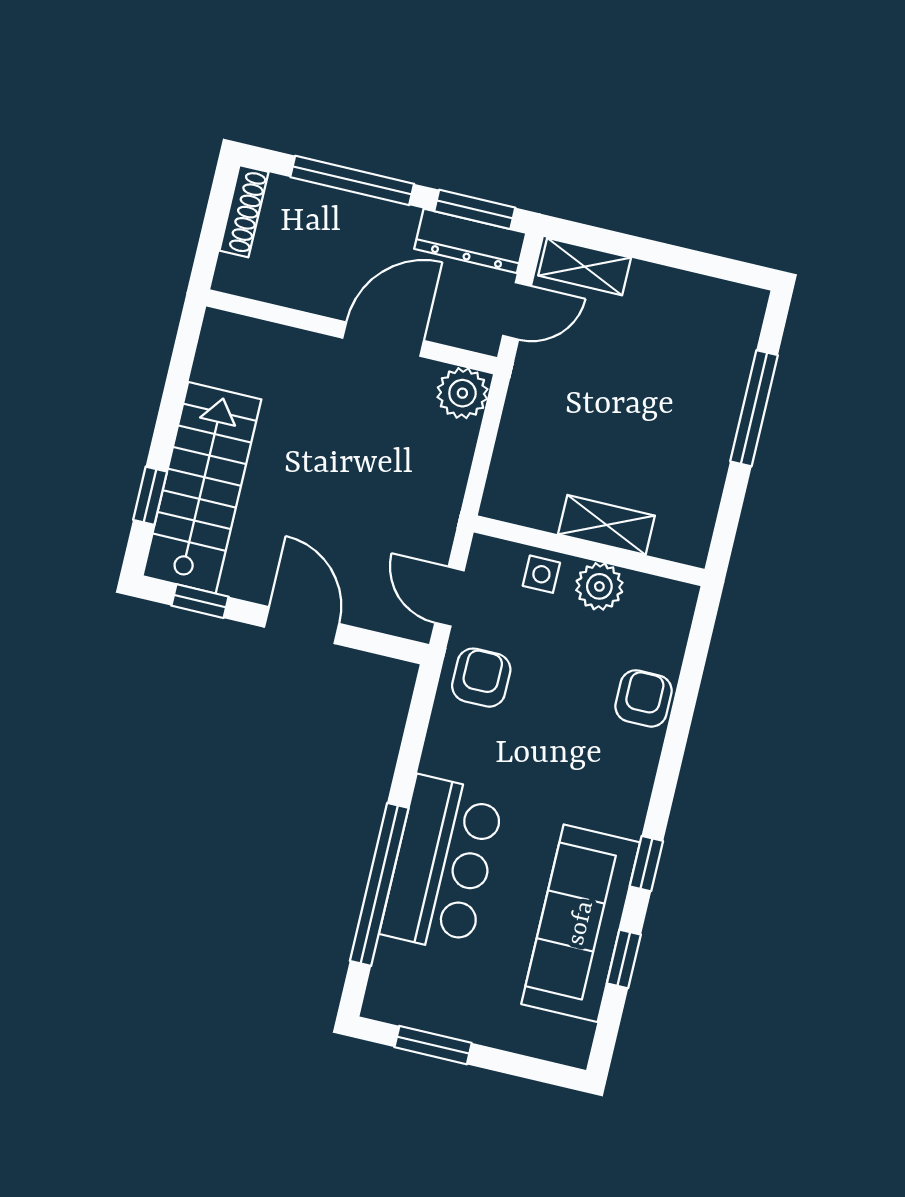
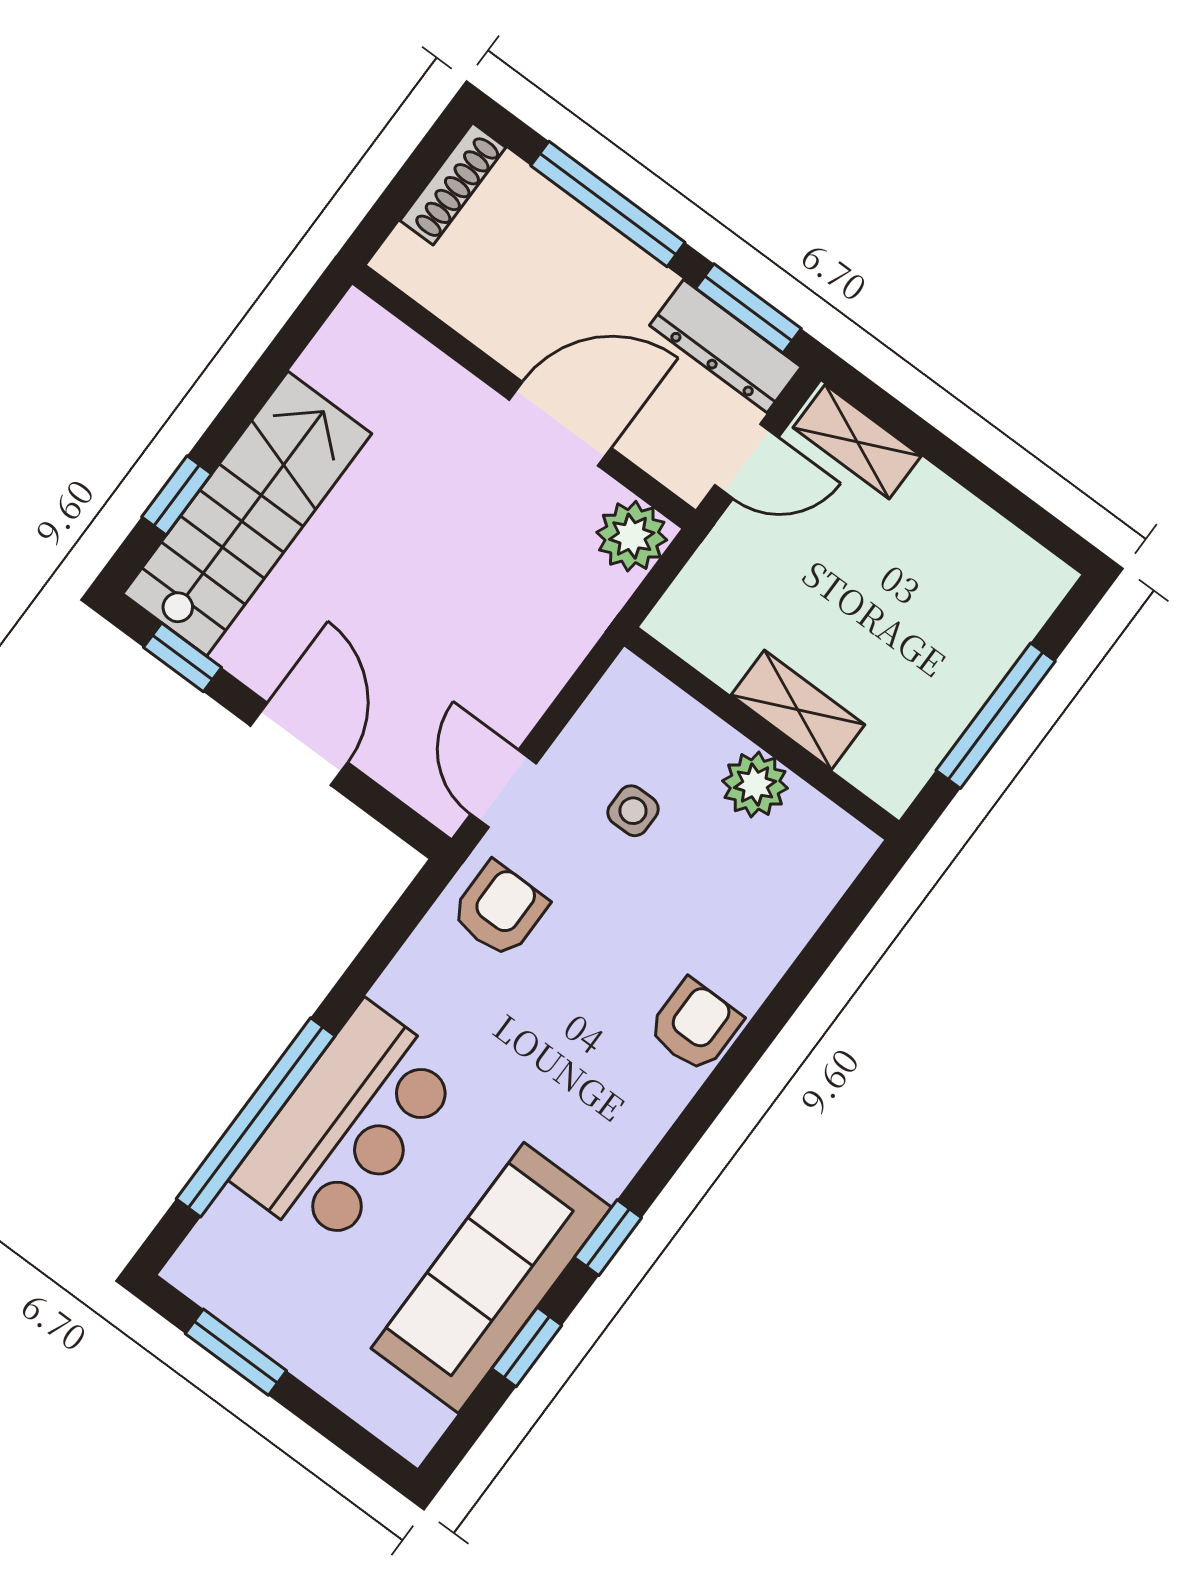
shelving: (606, 525) -> (798, 710), moved
wall: (589, 551) -> (762, 733), moved
plant: (599, 586) -> (755, 785), moved

